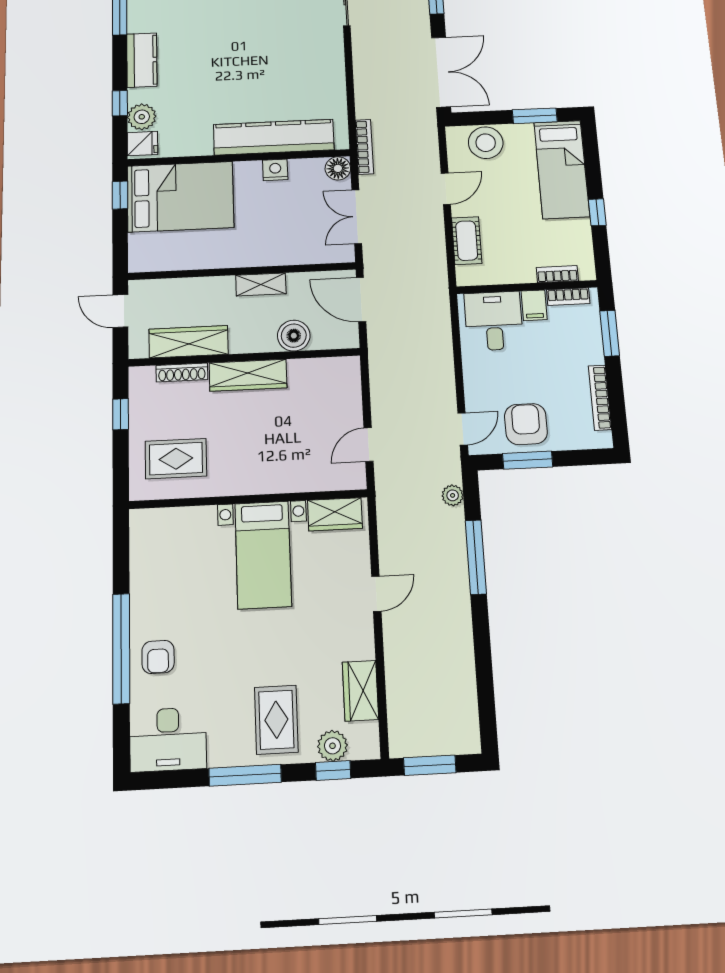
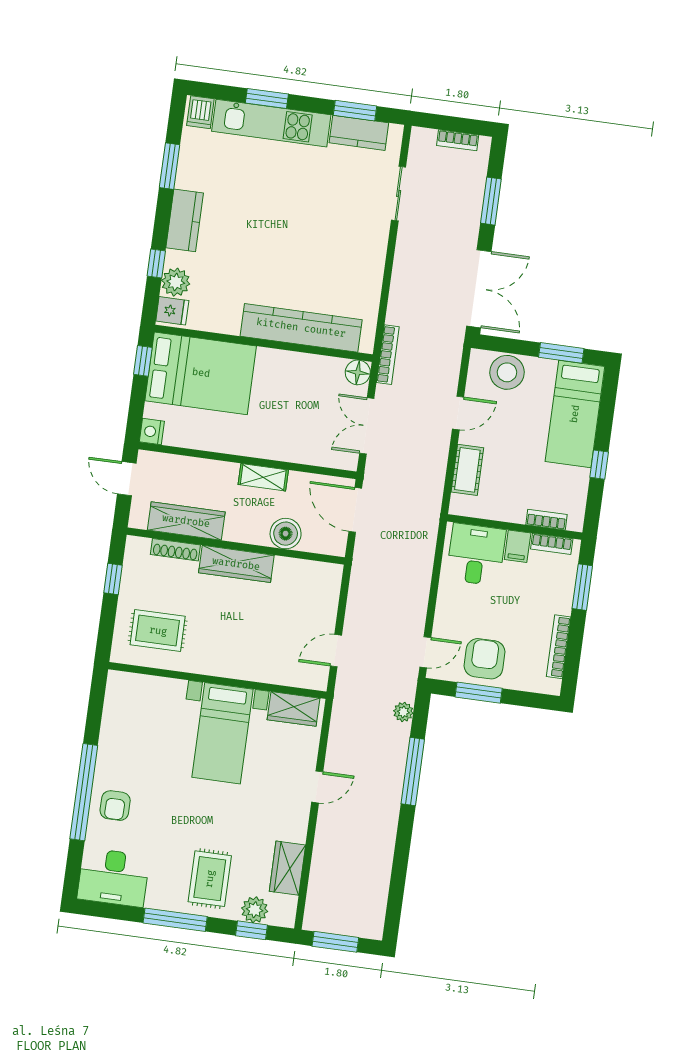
nightstand: (275, 170) -> (152, 432), moved, turned -90

